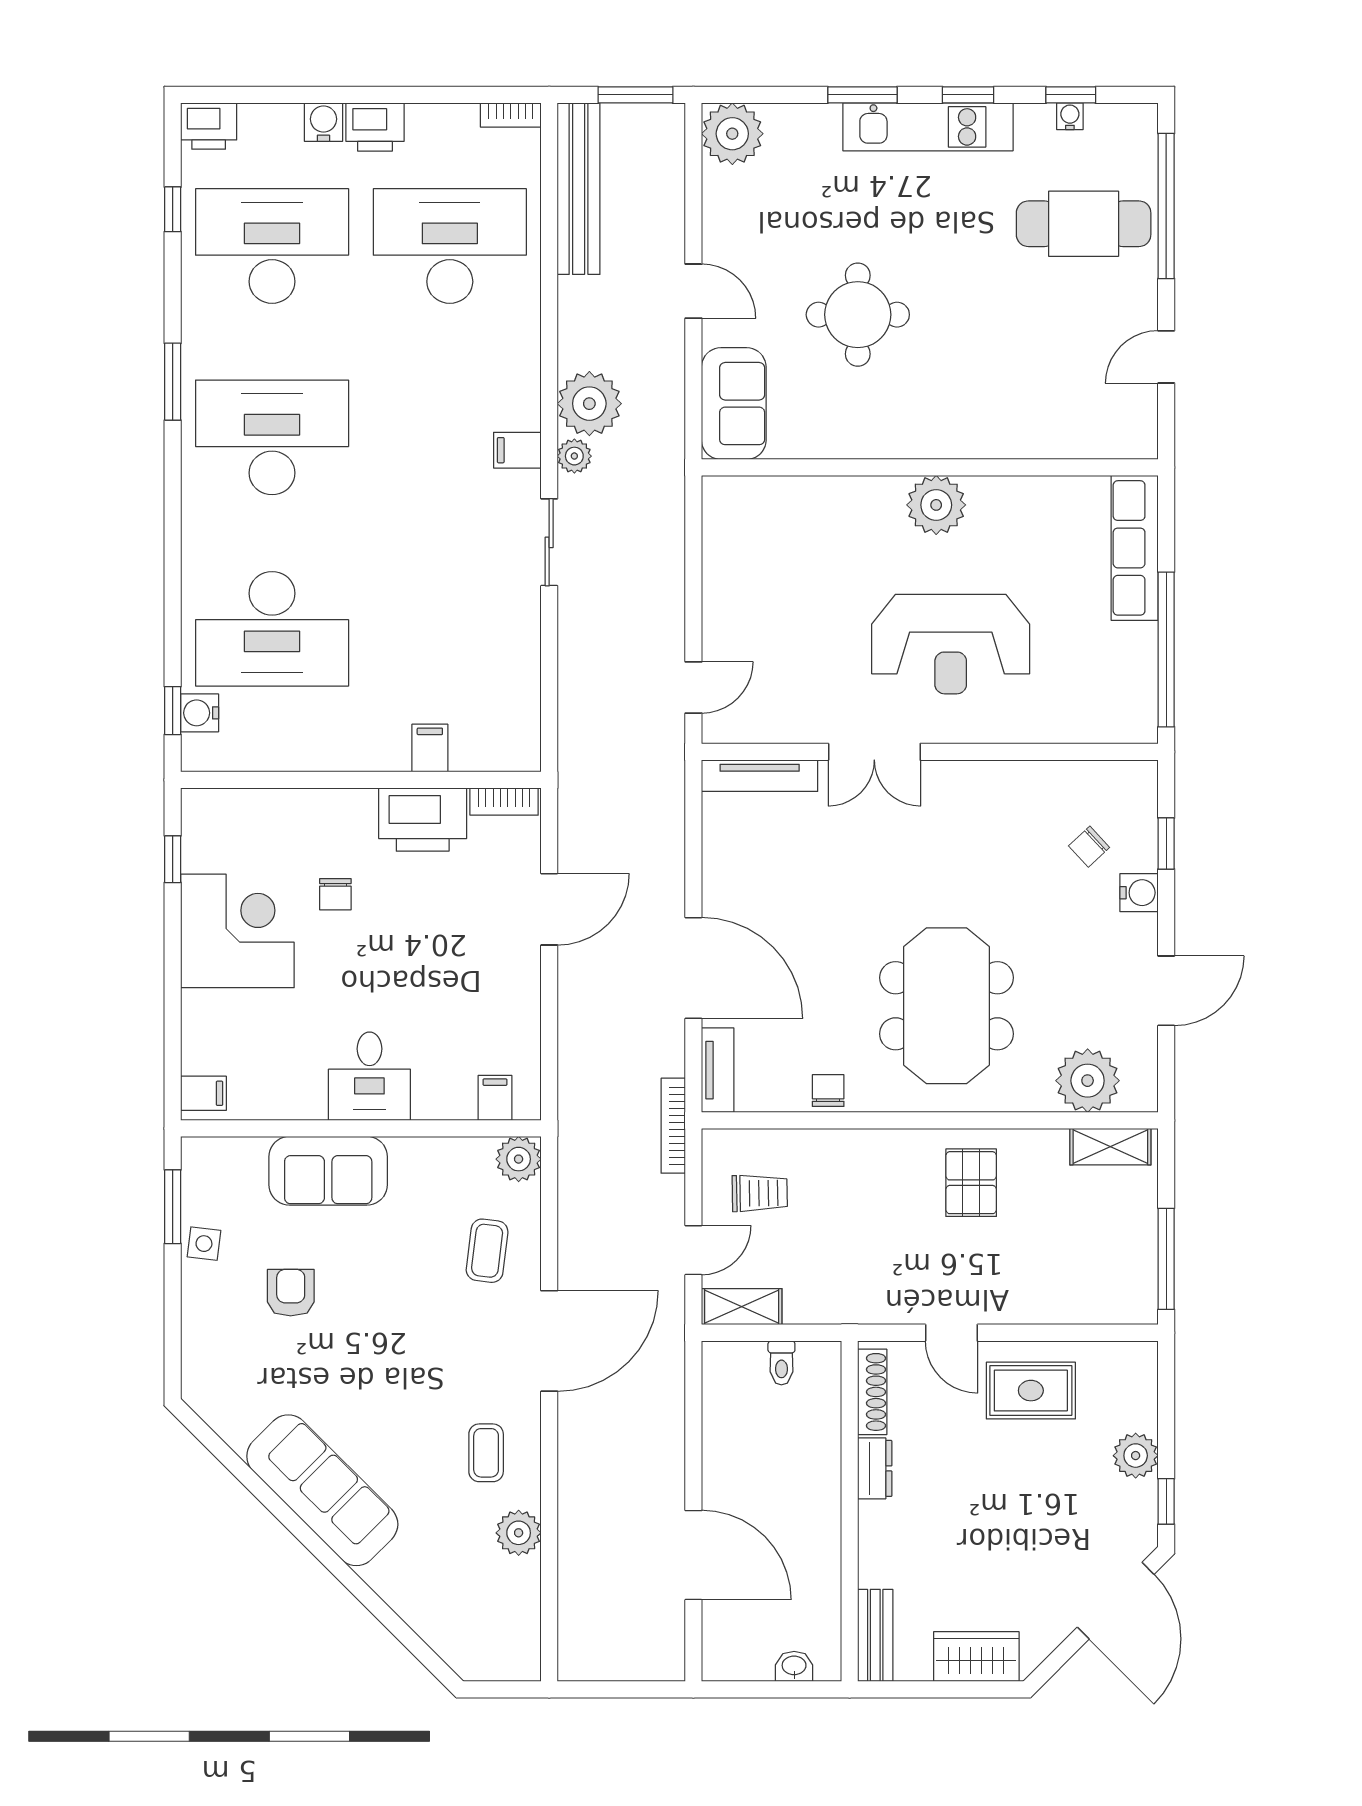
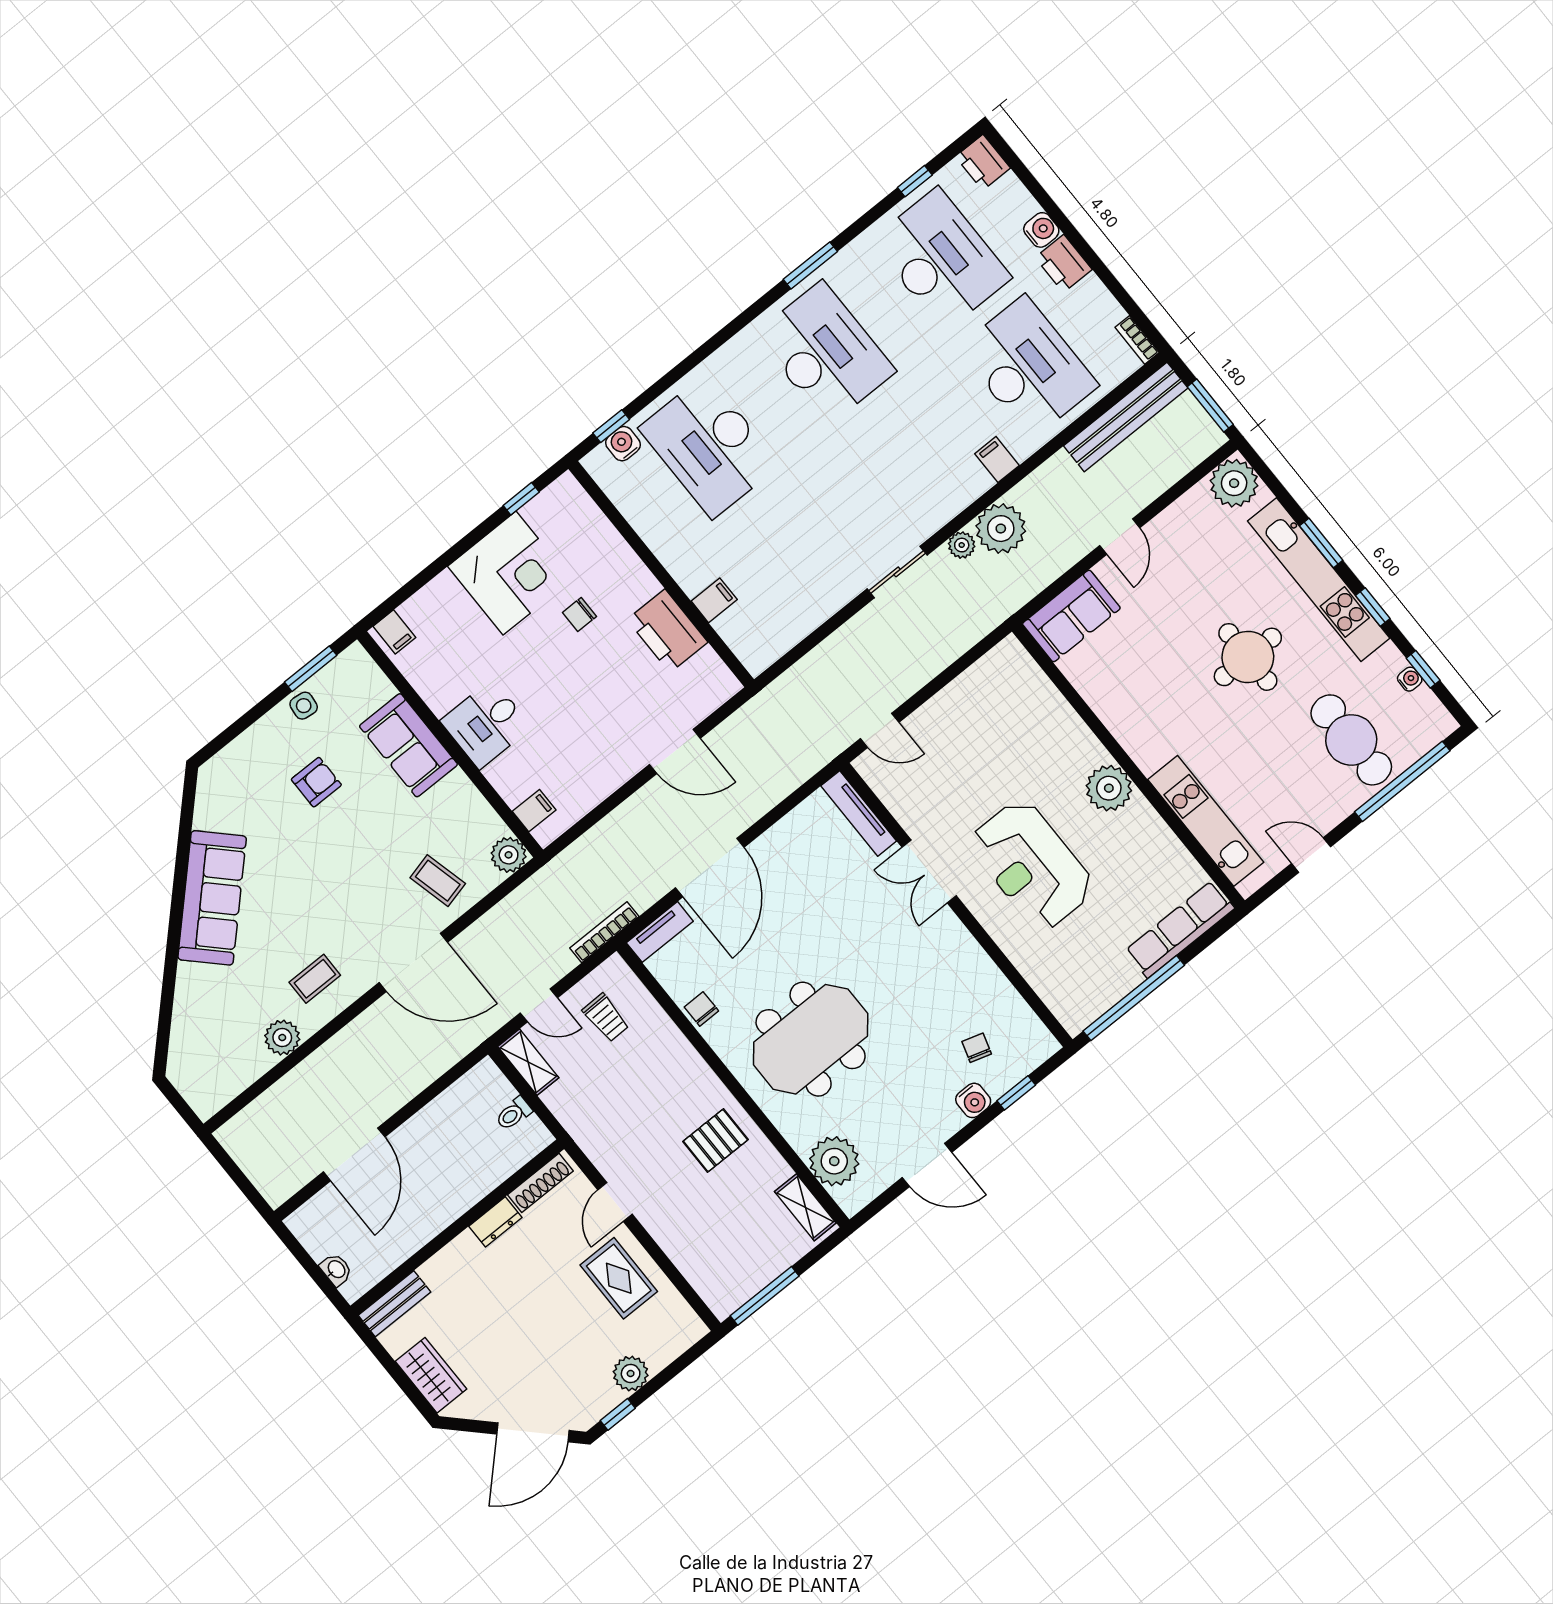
kitchen unit: (928, 127) -> (1319, 580), width x1.36
round table: (858, 315) -> (1248, 657), moved
kitchen unit: (1047, 435) -> (1206, 821), added
filing cabinet: (517, 450) -> (997, 460), moved
bookcase: (504, 802) -> (718, 671), removed
chair: (1089, 847) -> (977, 1048), turned 60
chair: (828, 1091) -> (701, 1009), turned -90
coffee table: (487, 1251) -> (438, 881), turned 69

